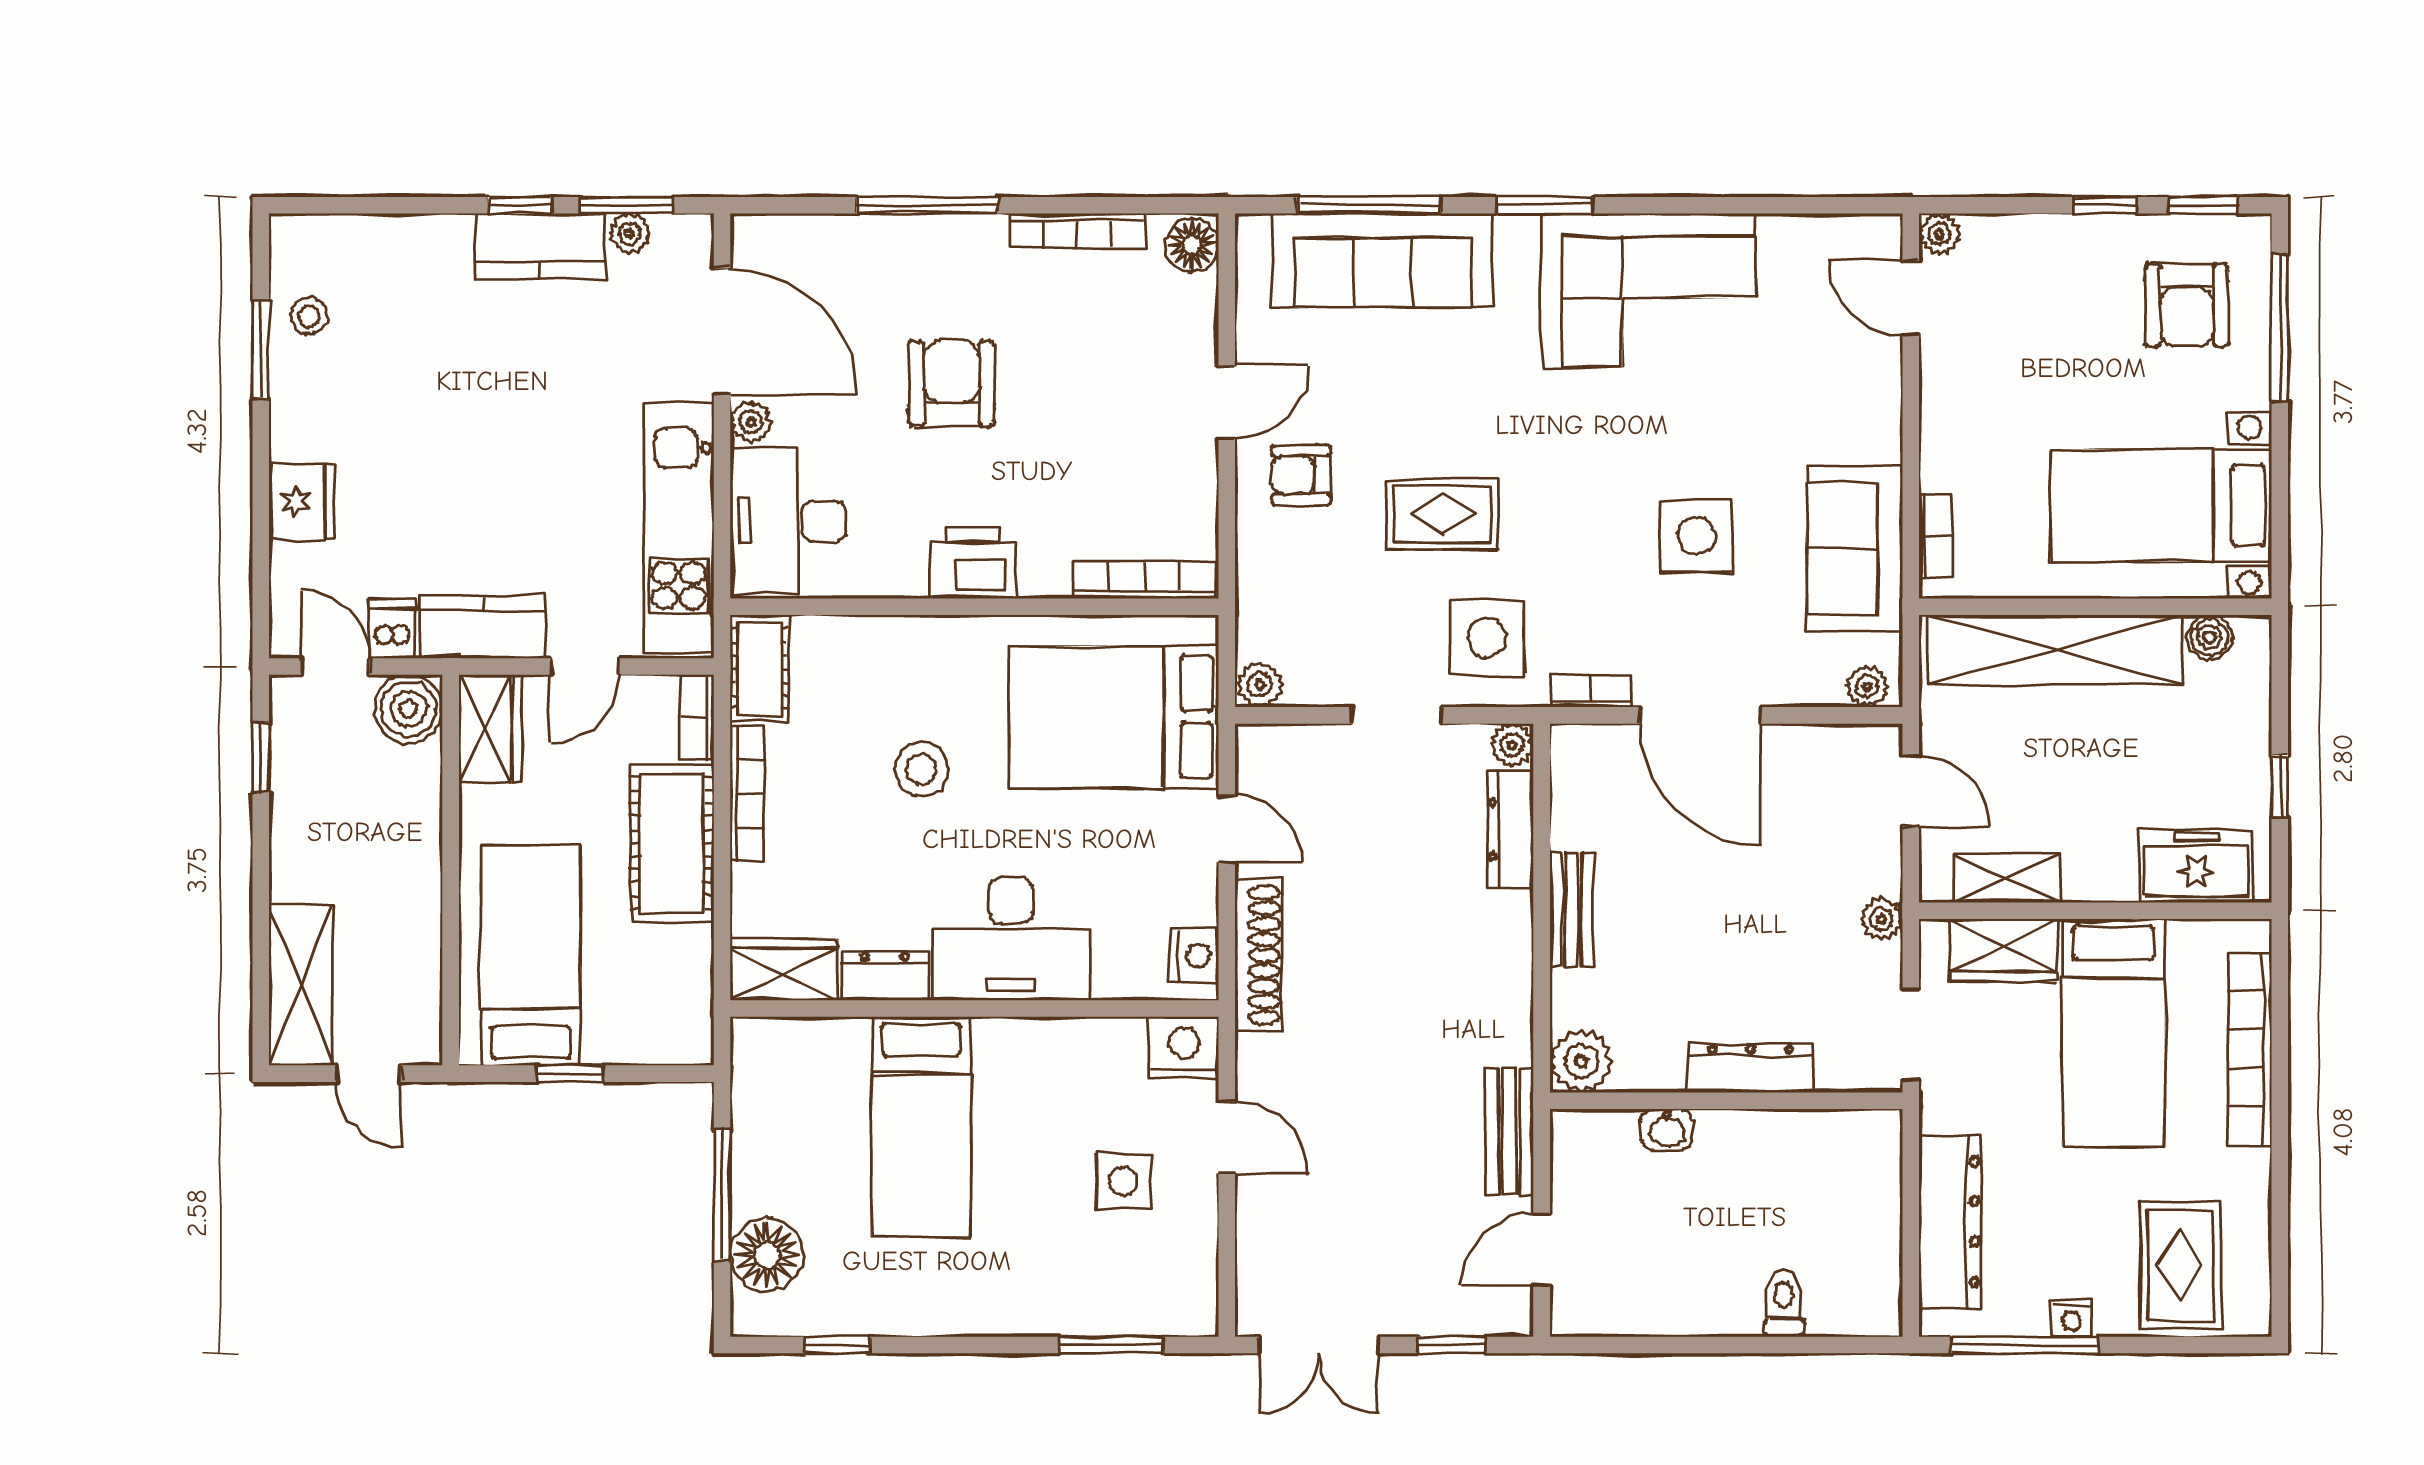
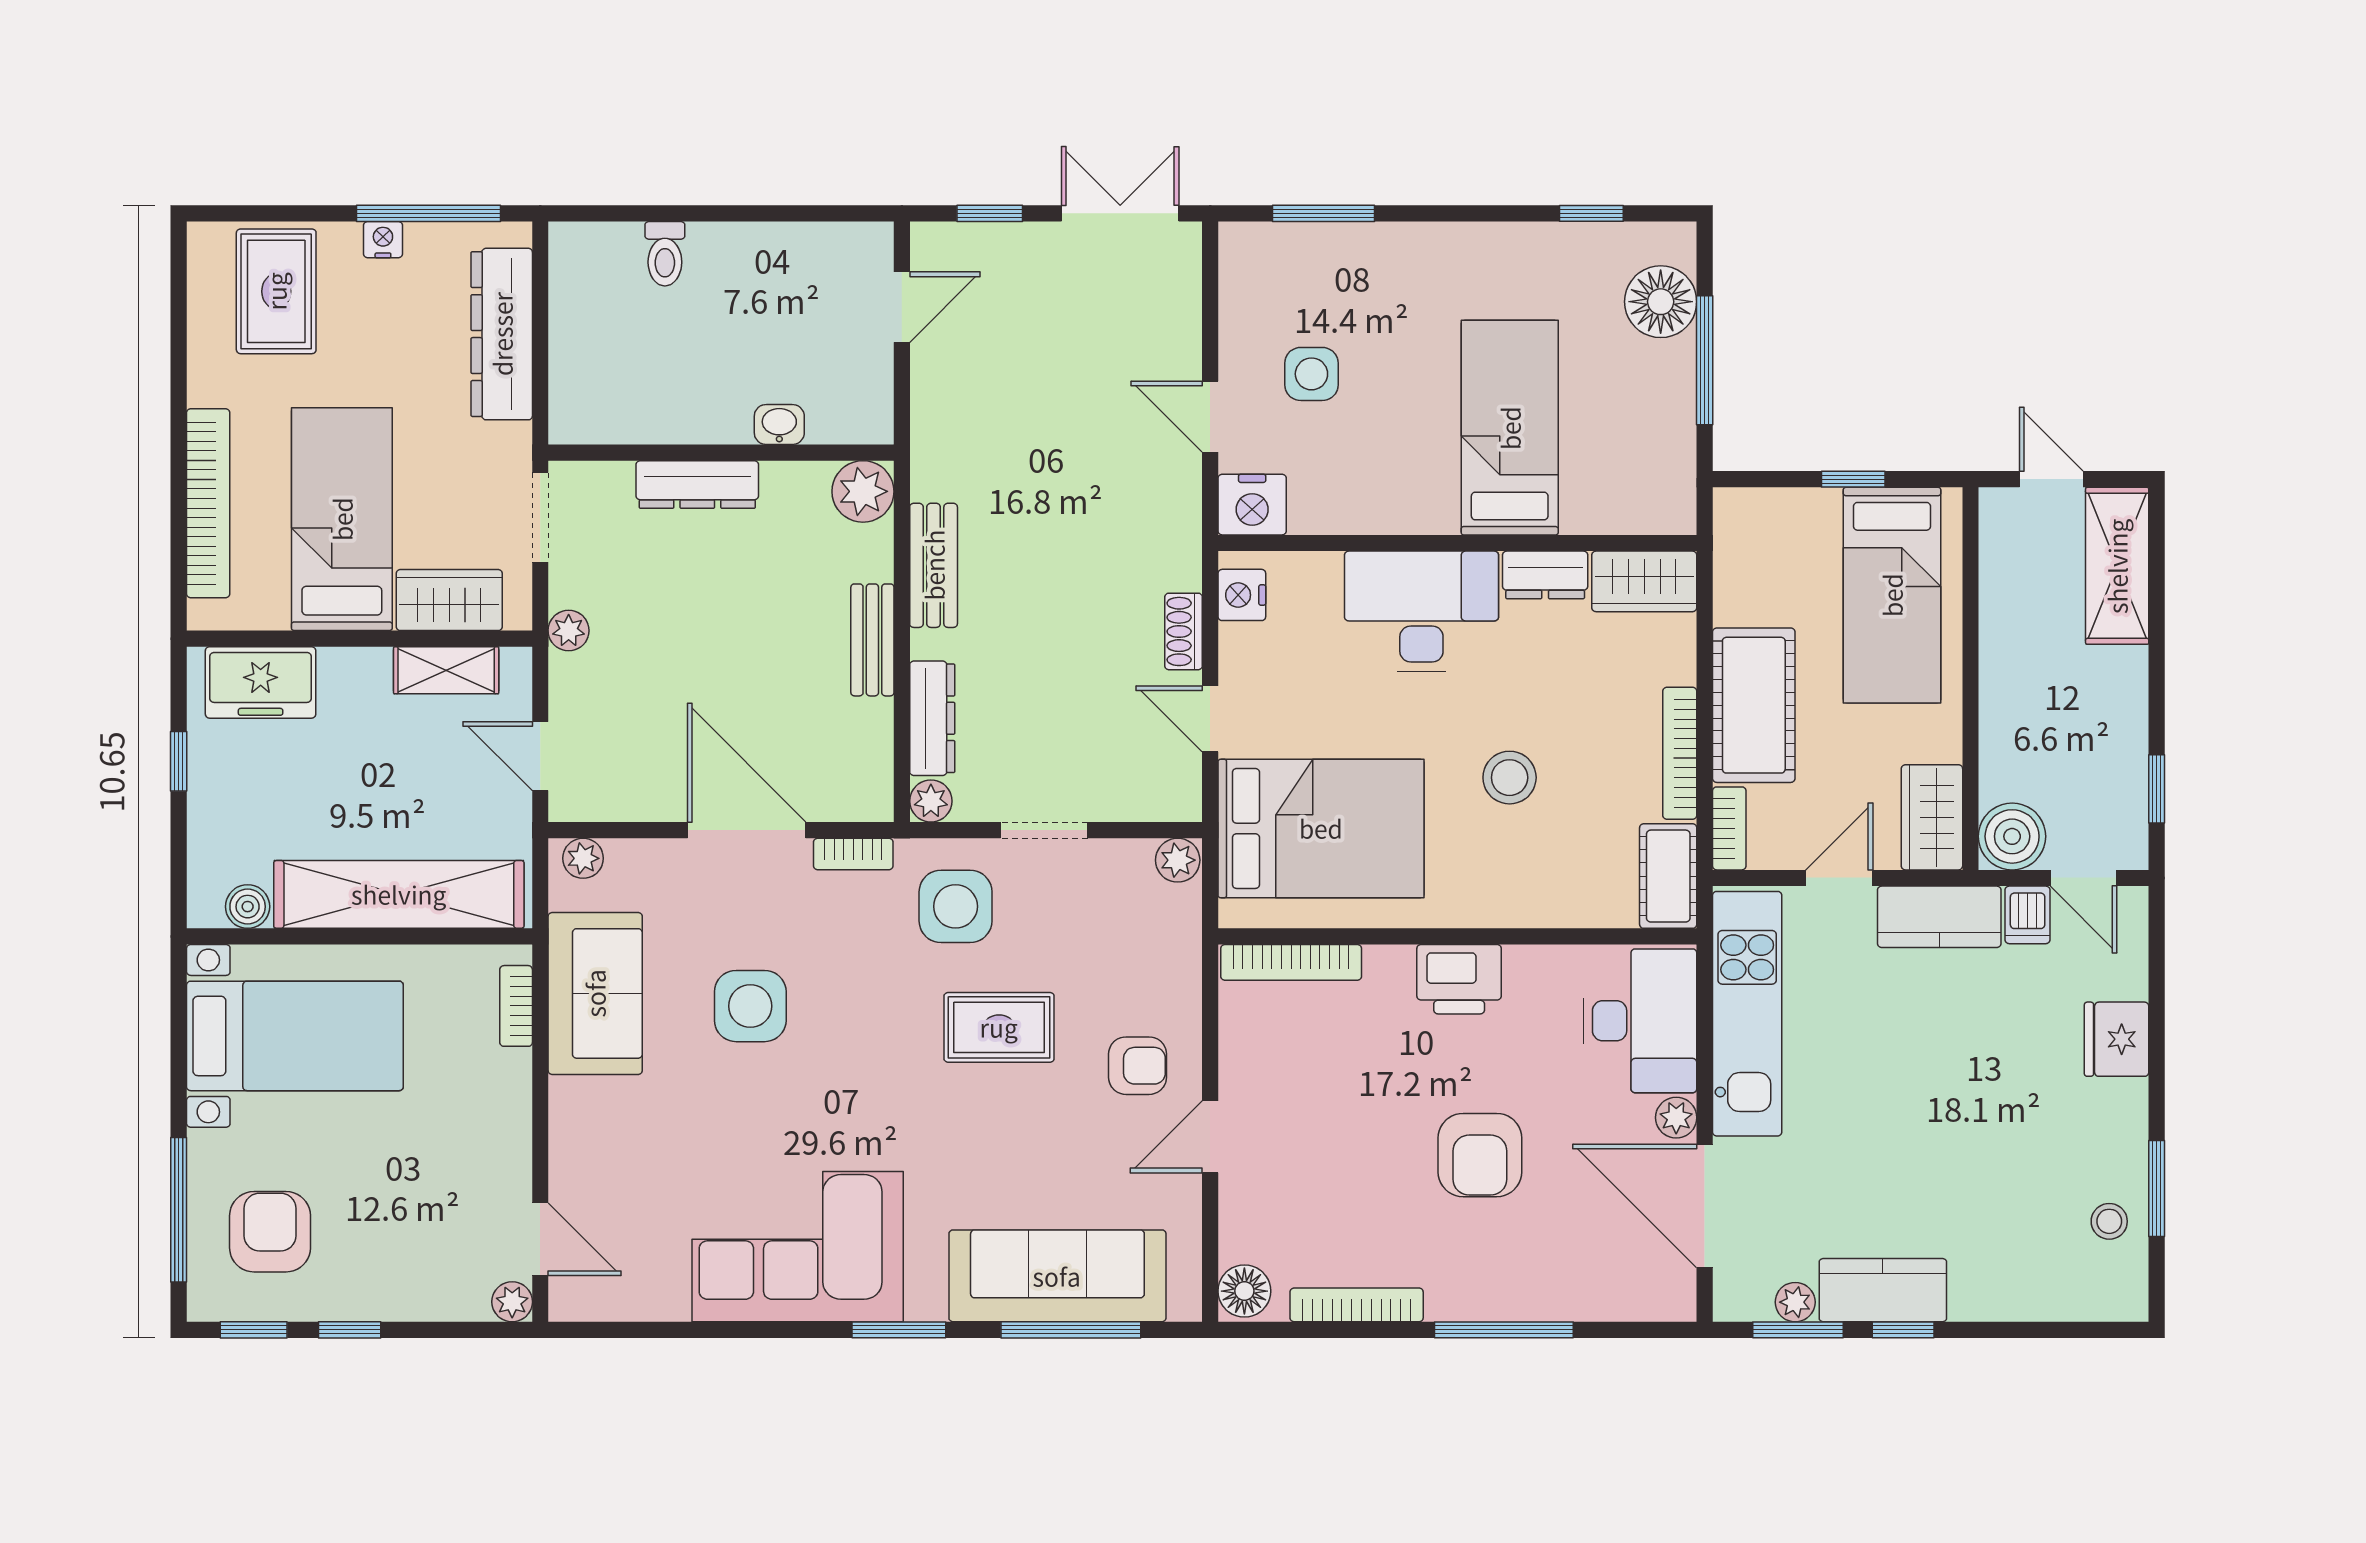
shoe rack: (1258, 955) -> (1184, 631), width x0.51, depth x0.81
bench: (1509, 1132) -> (934, 565), moved

